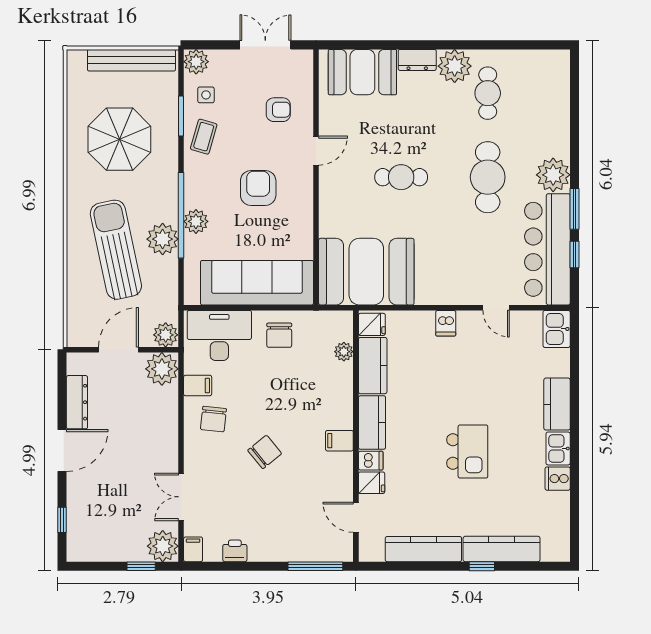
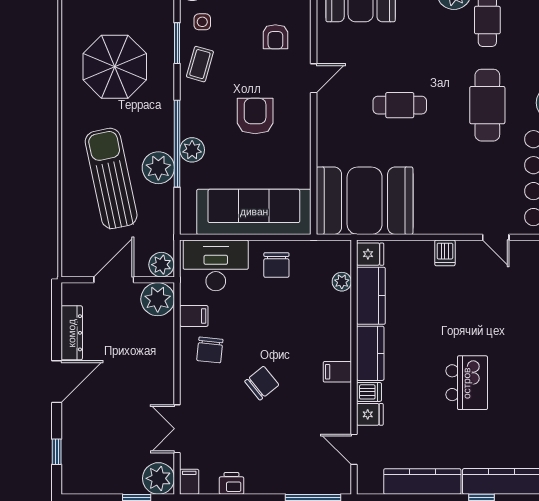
armchair: (278, 110) -> (275, 37), turned 90

